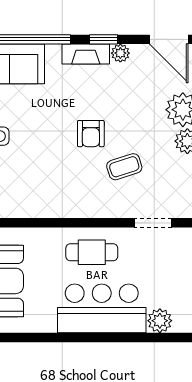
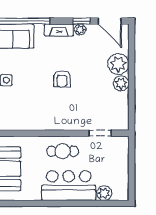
window: (103, 39) -> (81, 21), moved
coffee table: (124, 167) -> (83, 99), removed

